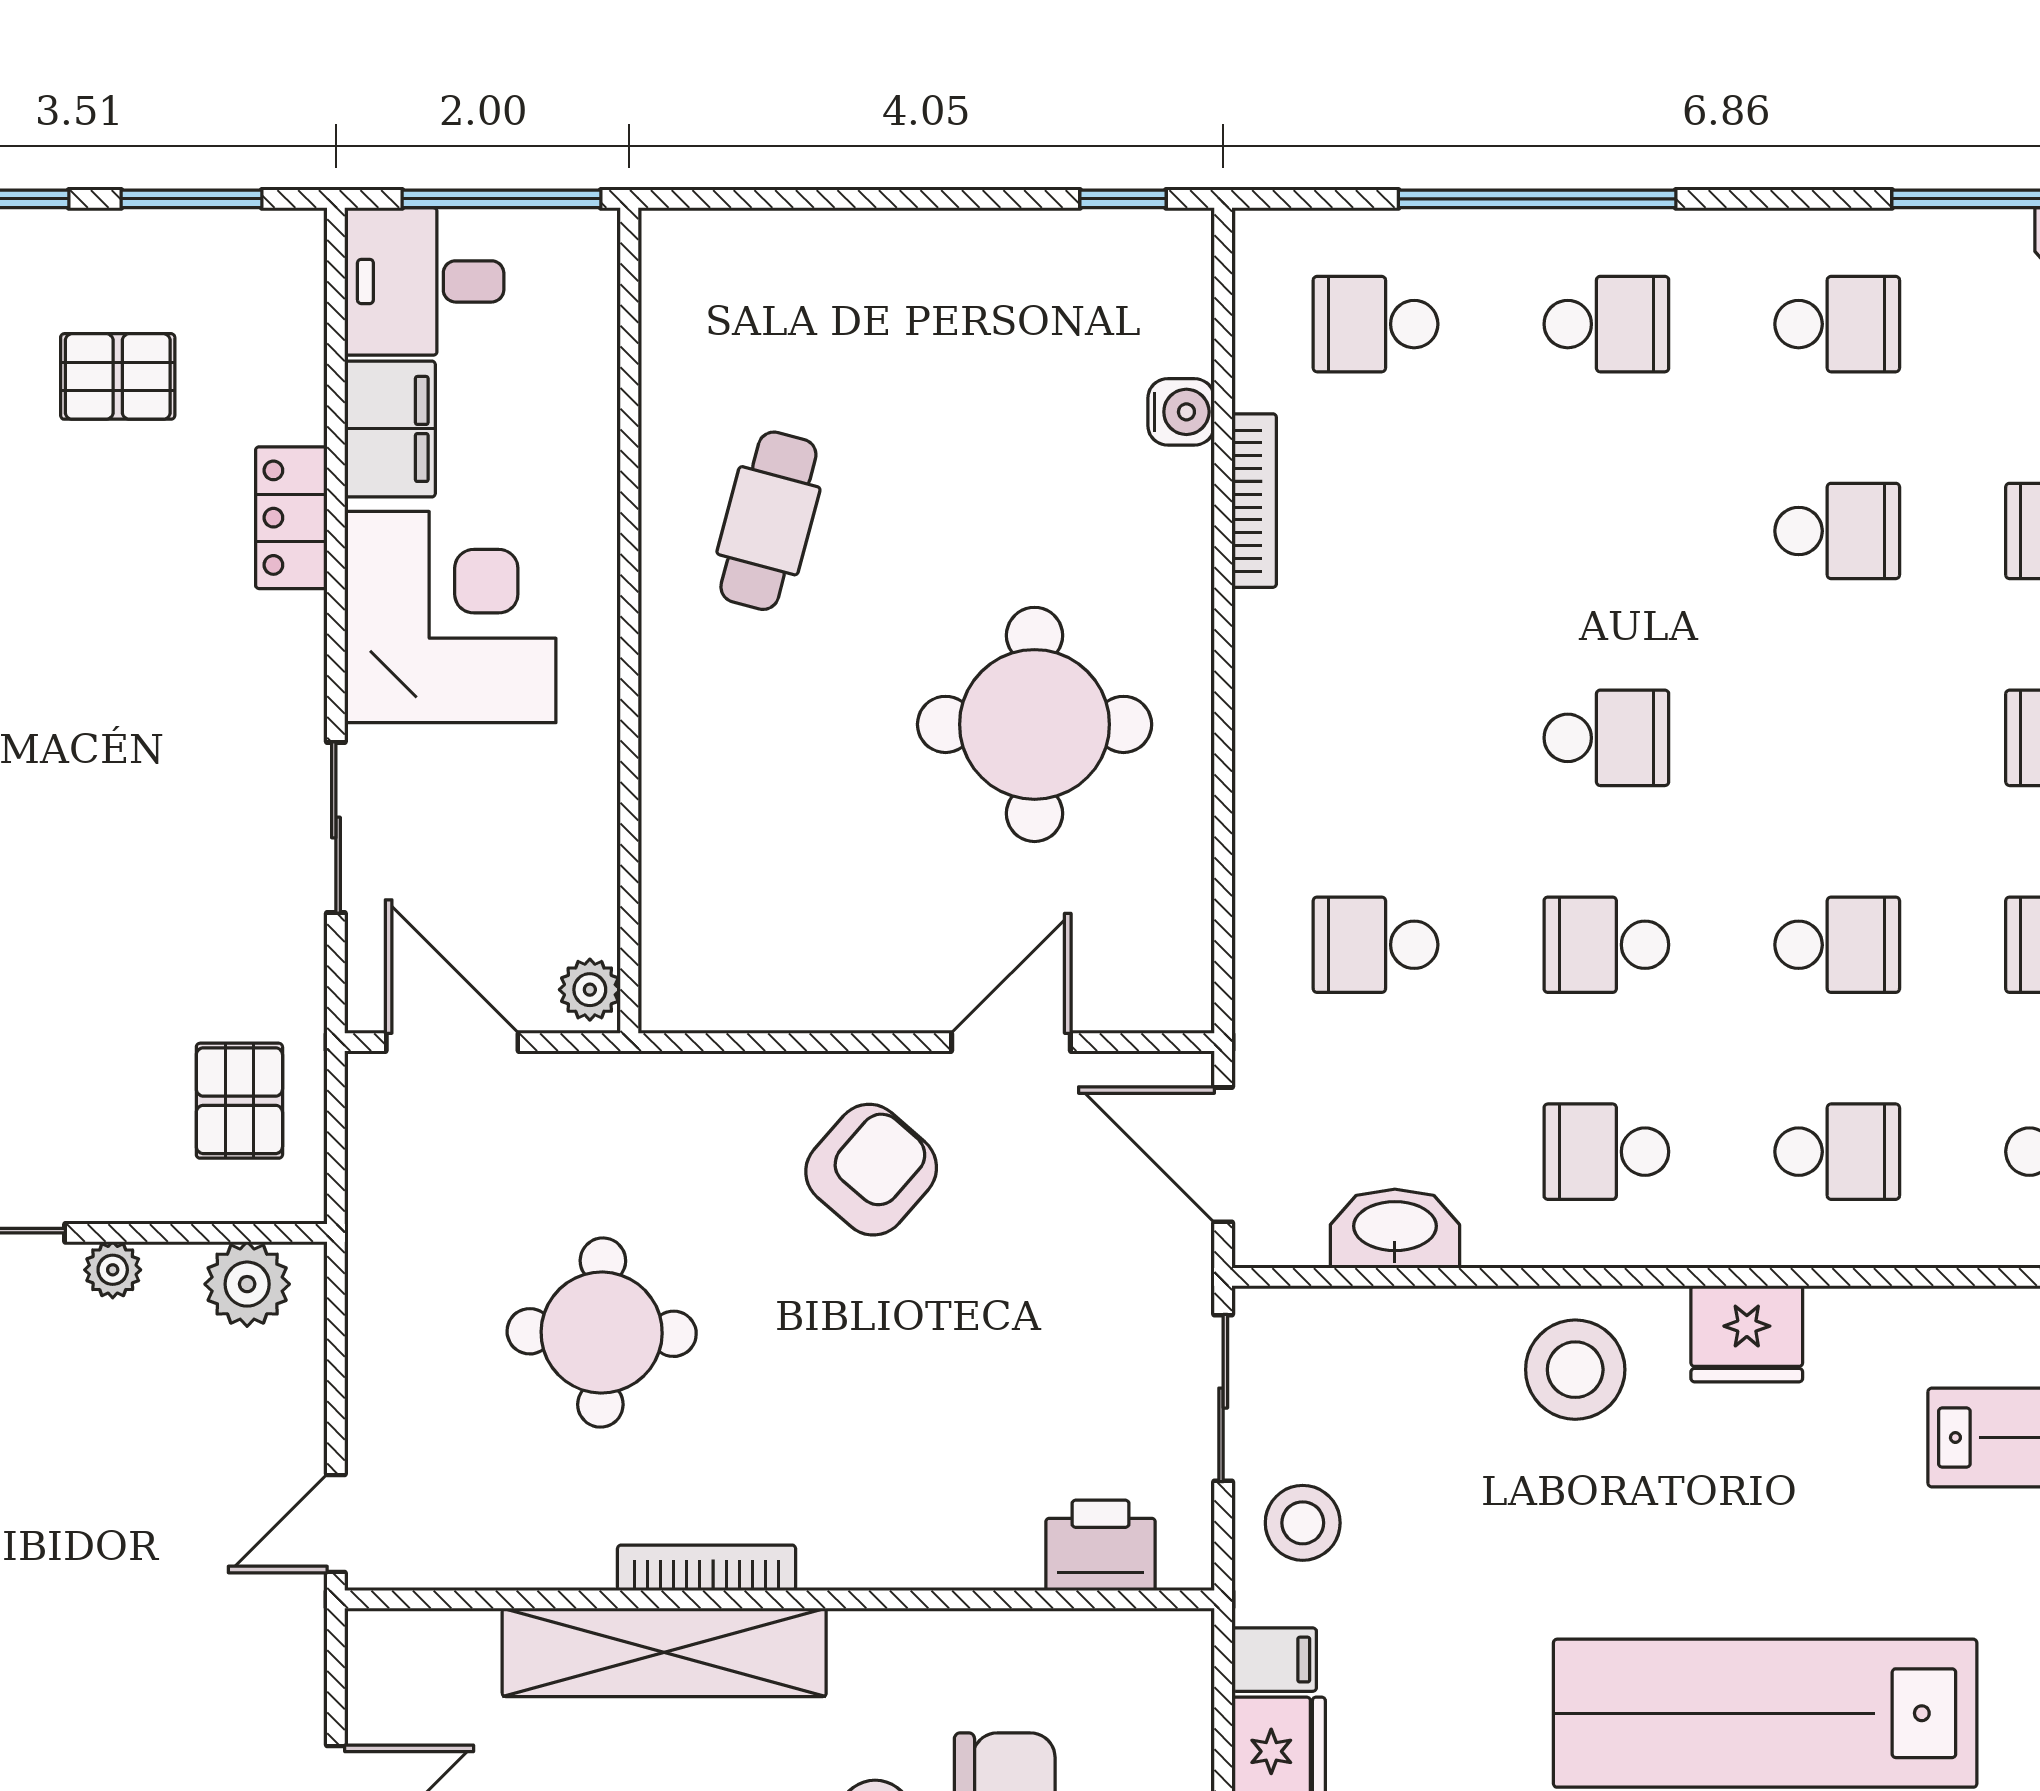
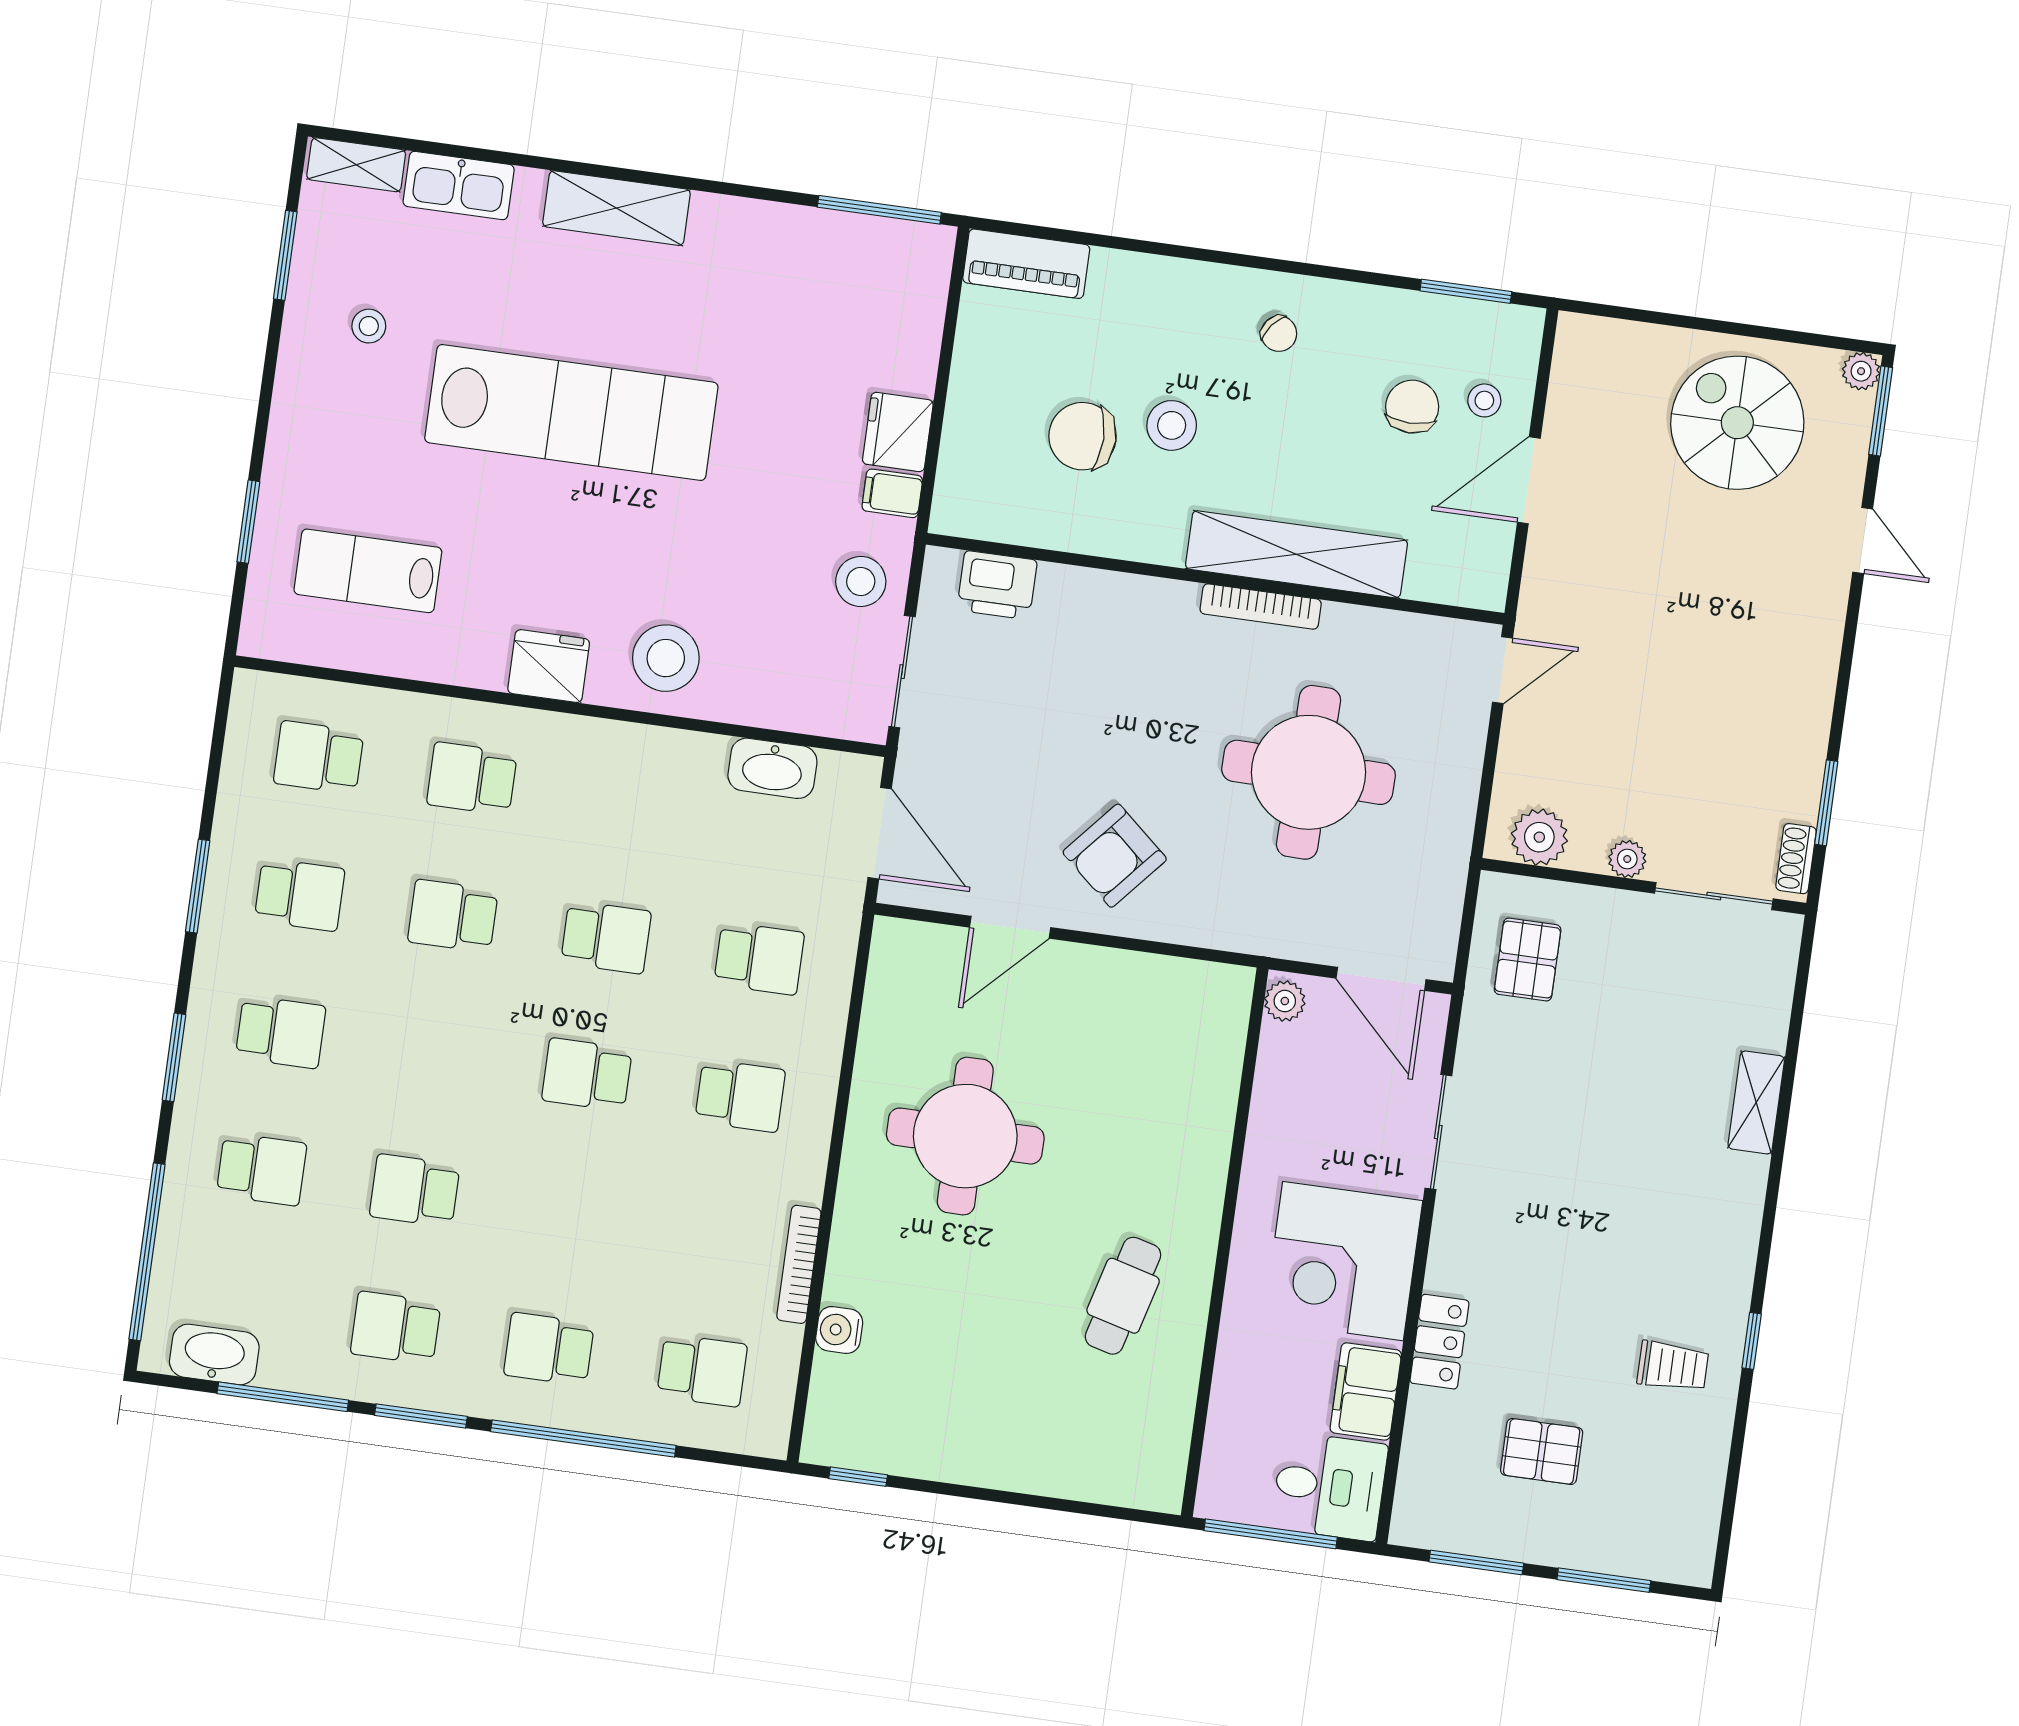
window: (1782, 199) -> (421, 1416), added
school desk: (1606, 1152) -> (740, 1096), moved
round table: (602, 1333) -> (1309, 772), width x1.36, depth x1.36

